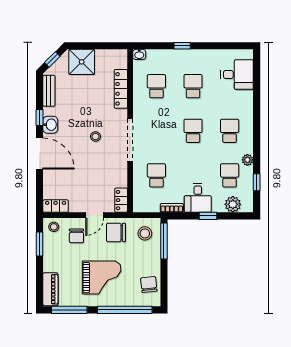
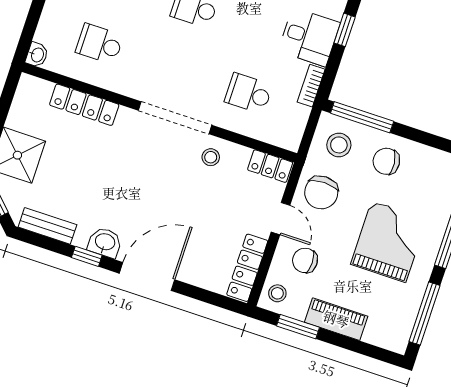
stool: (96, 137) -> (211, 157), moved
locker: (56, 206) -> (247, 268), width x1.53
chair: (76, 236) -> (305, 260), turned 180
chair: (149, 285) -> (386, 161), moved
piano: (50, 289) -> (336, 319), moved

